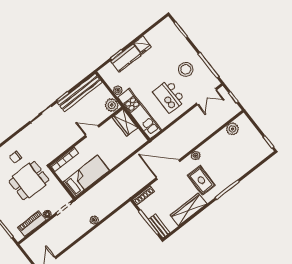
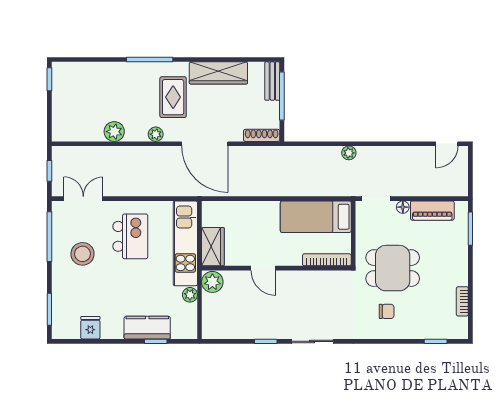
fridge: (143, 45) -> (90, 328), moved
bench: (80, 93) -> (240, 330), removed
plant: (232, 129) -> (114, 132), moved

